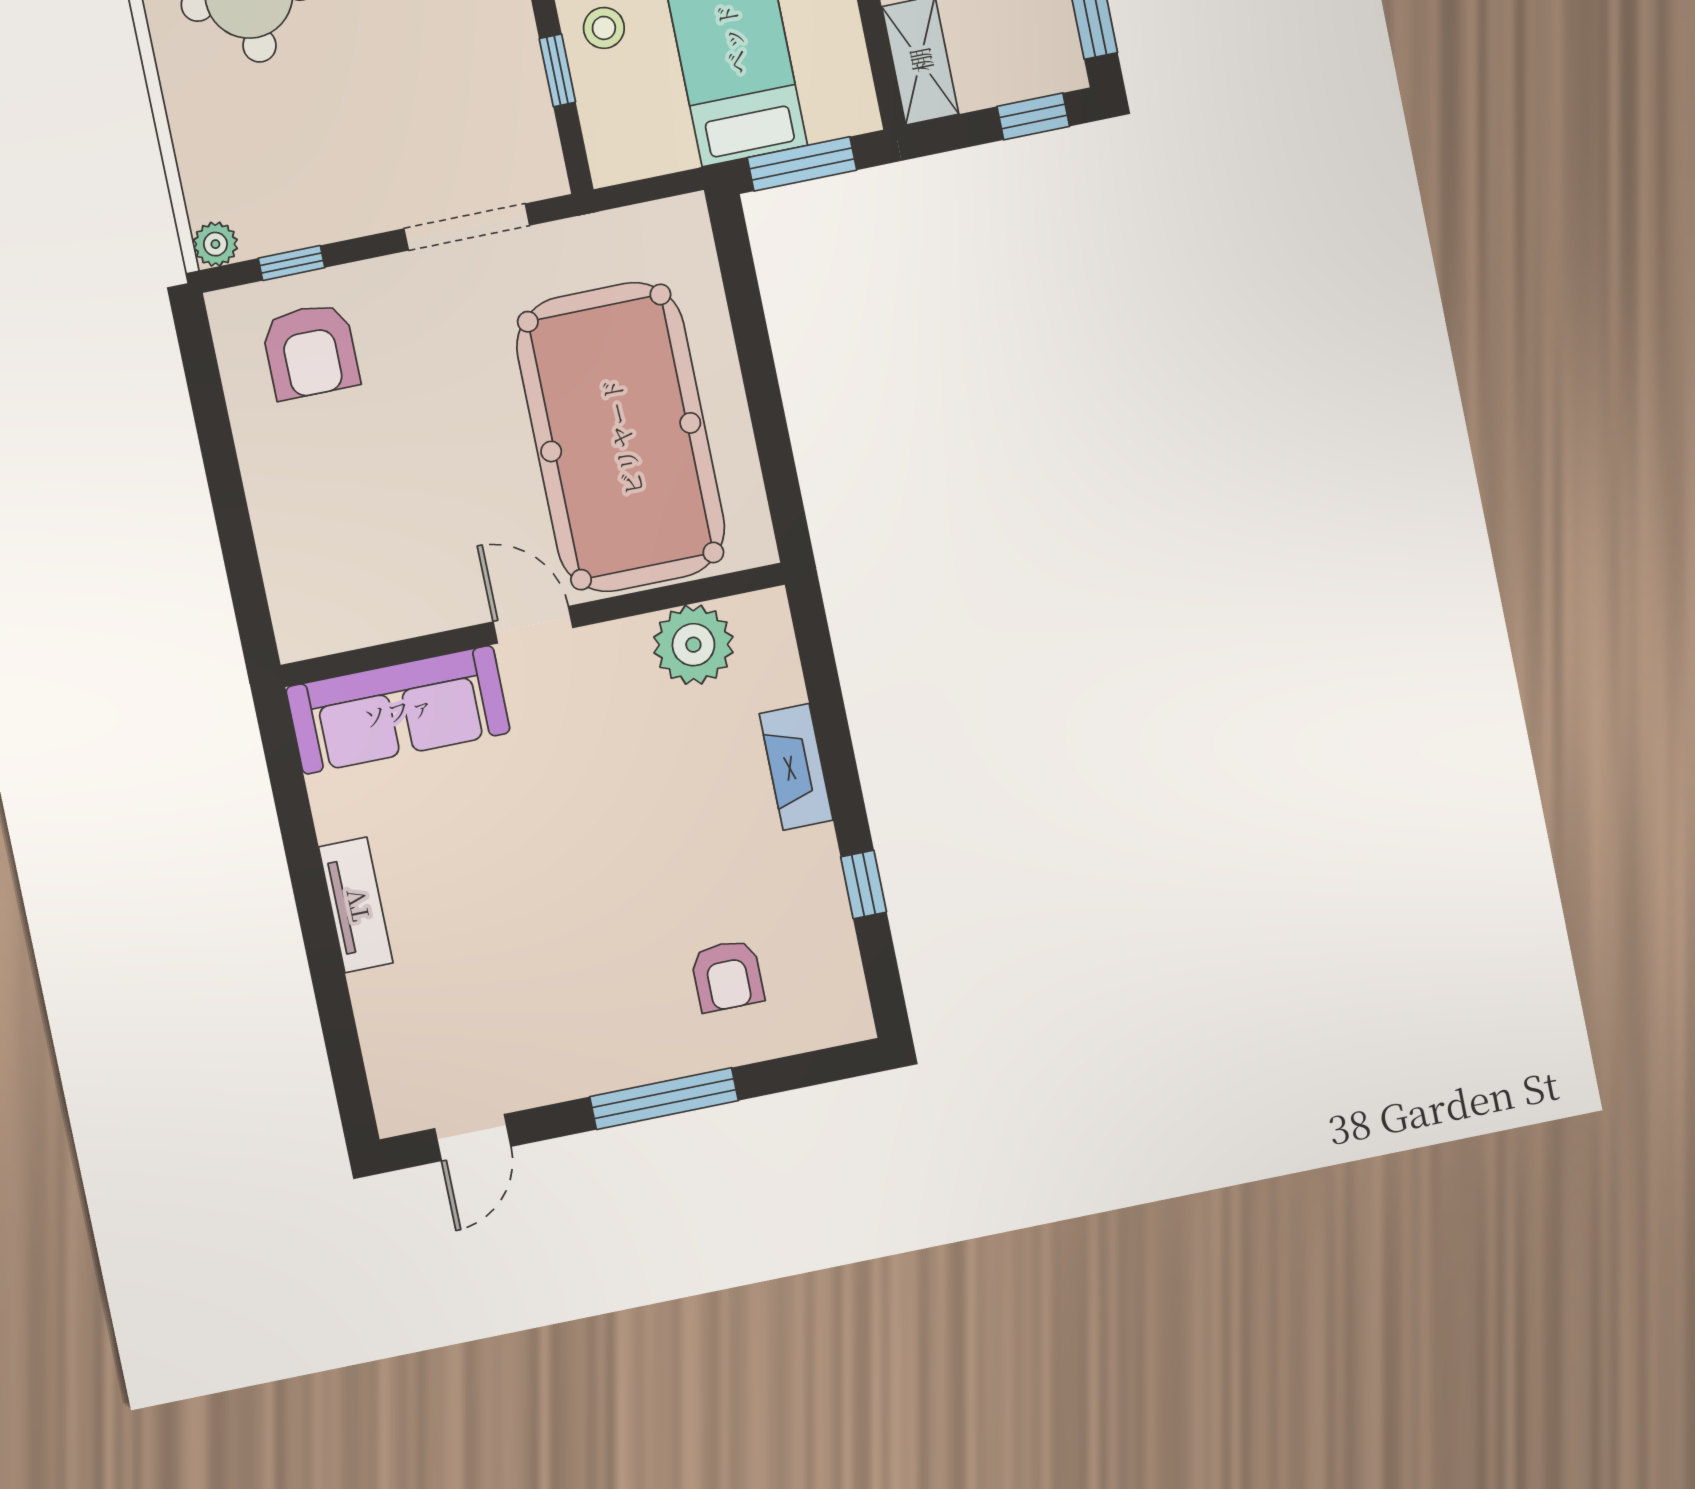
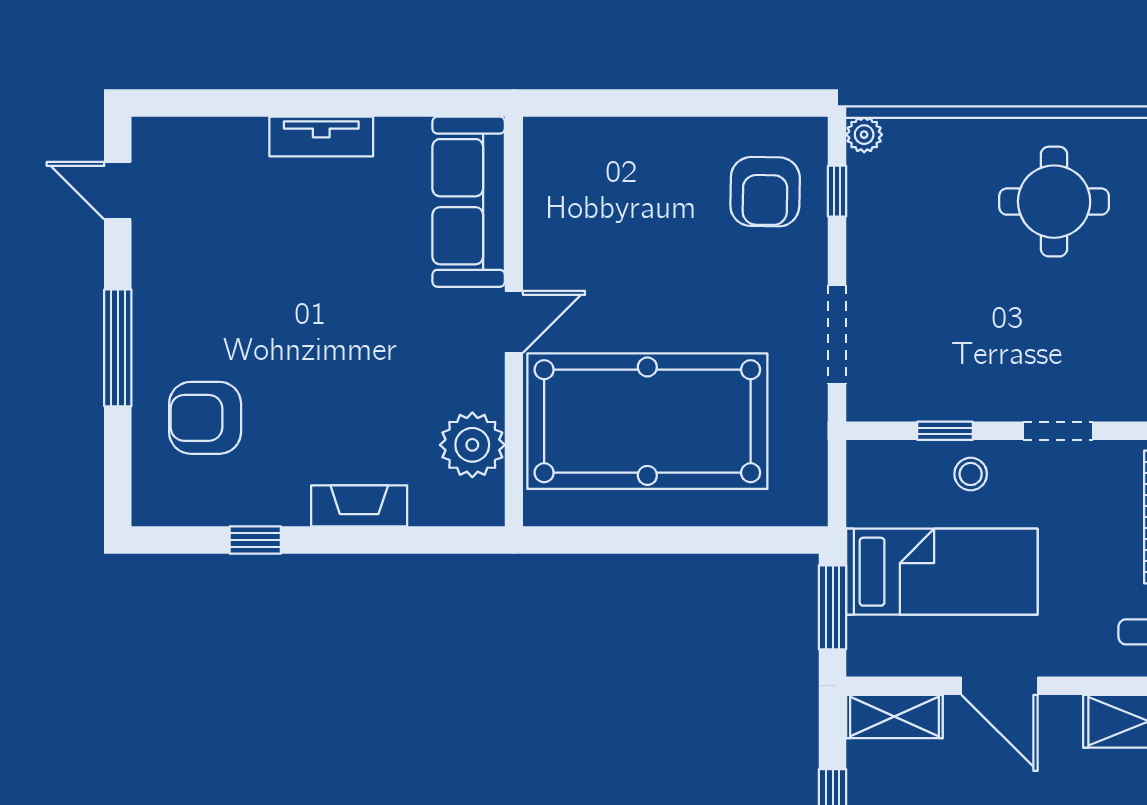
armchair: (310, 351) -> (765, 192), turned -89
armchair: (727, 976) -> (205, 418), width x1.38, depth x1.38

